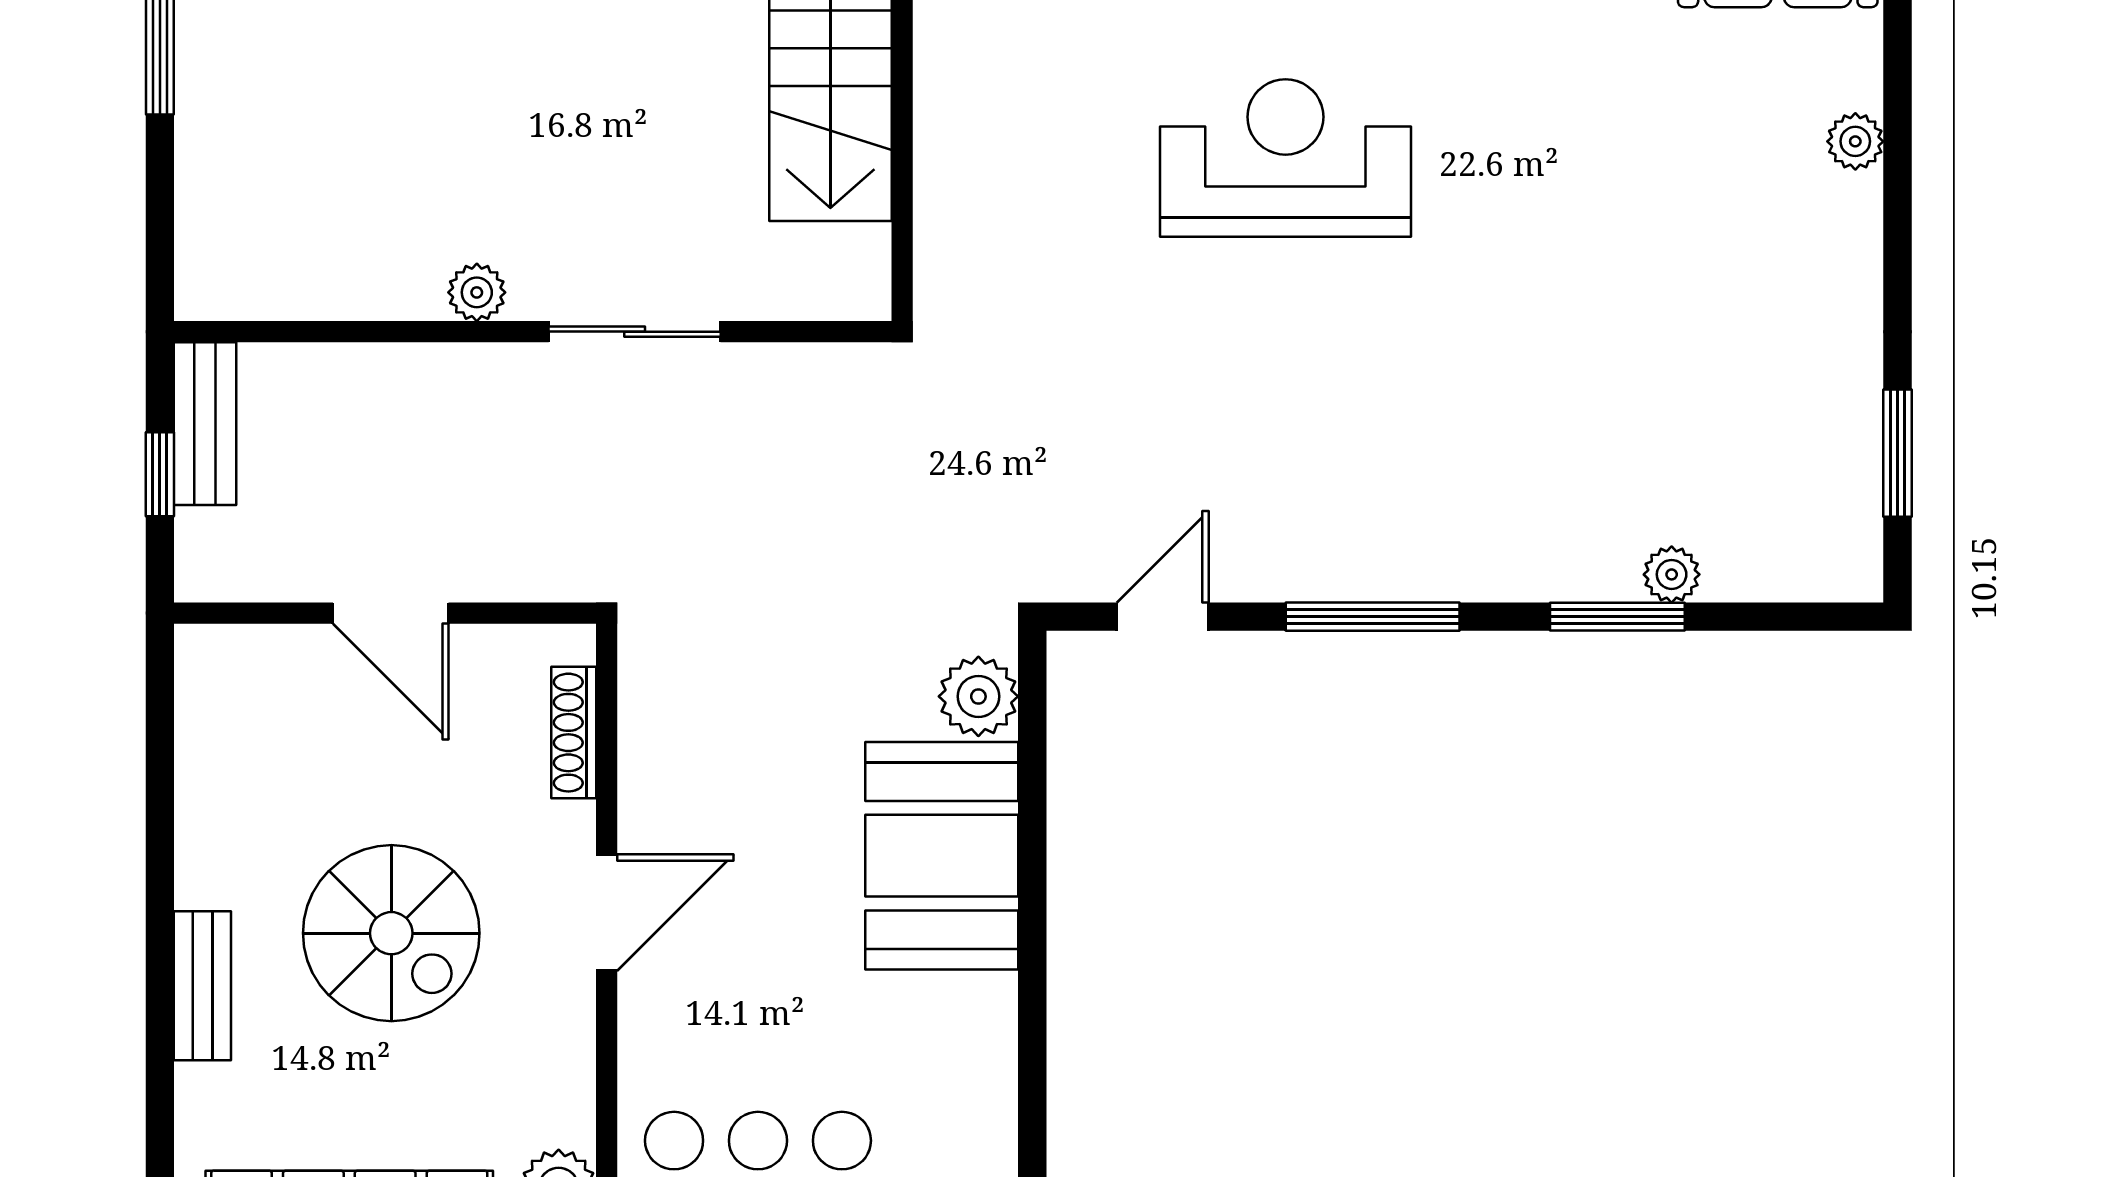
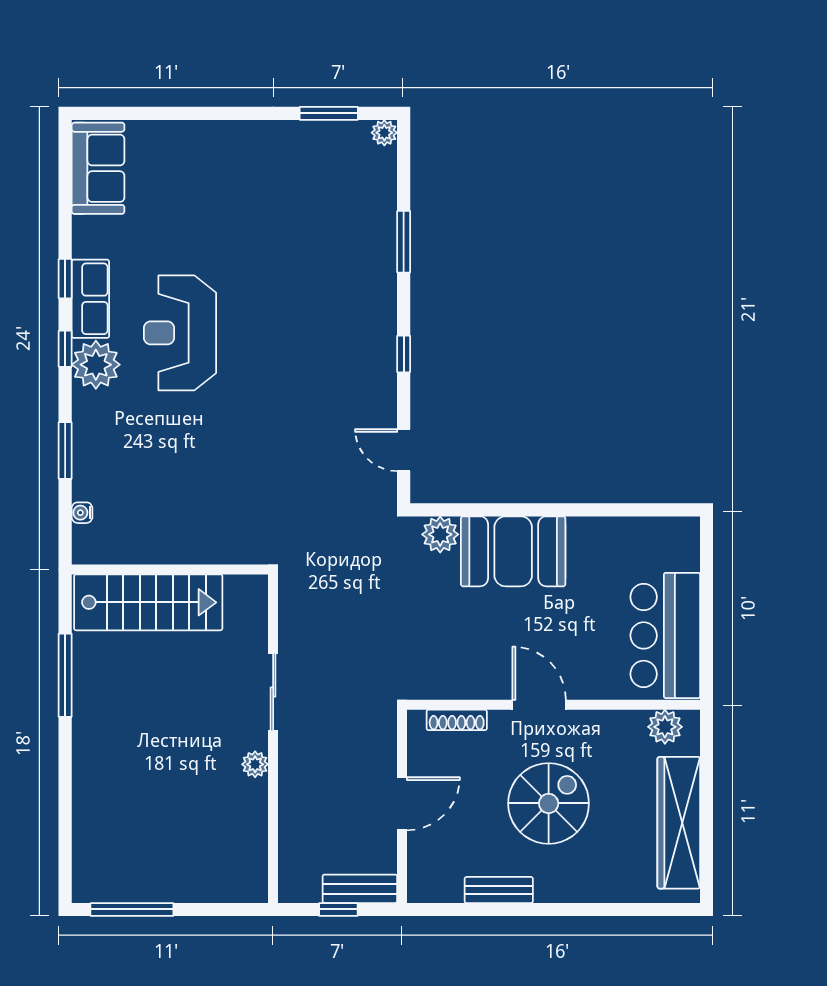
plant: (1855, 141) -> (186, 133), removed
reception desk: (1285, 158) -> (180, 333), moved
bench: (205, 424) -> (360, 889), moved
plant: (1672, 574) -> (384, 133), moved
window: (1373, 617) -> (404, 354), width x0.46
bench: (202, 986) -> (499, 890), moved

